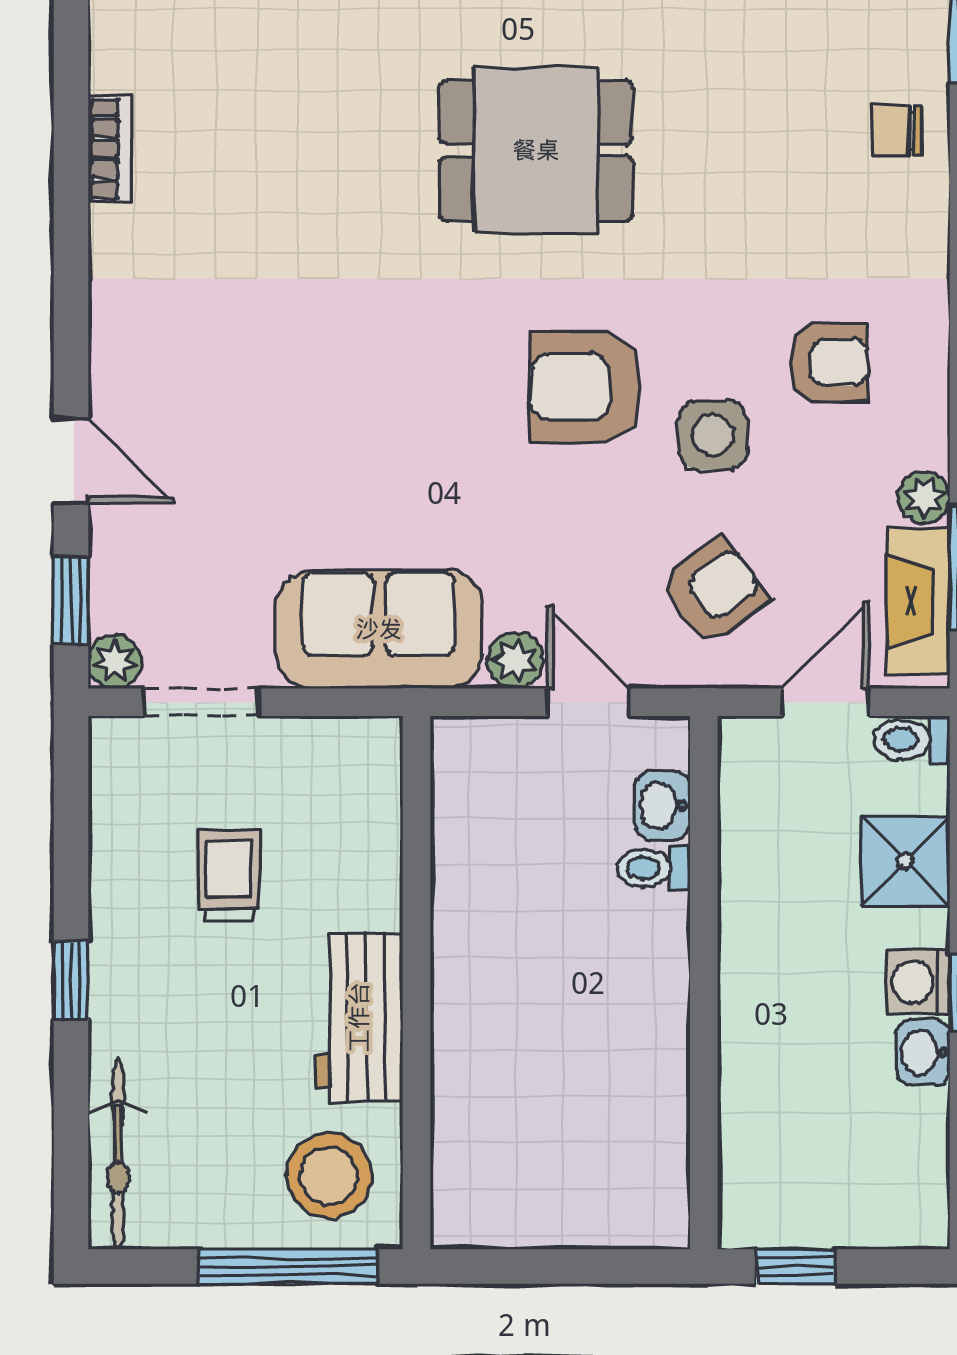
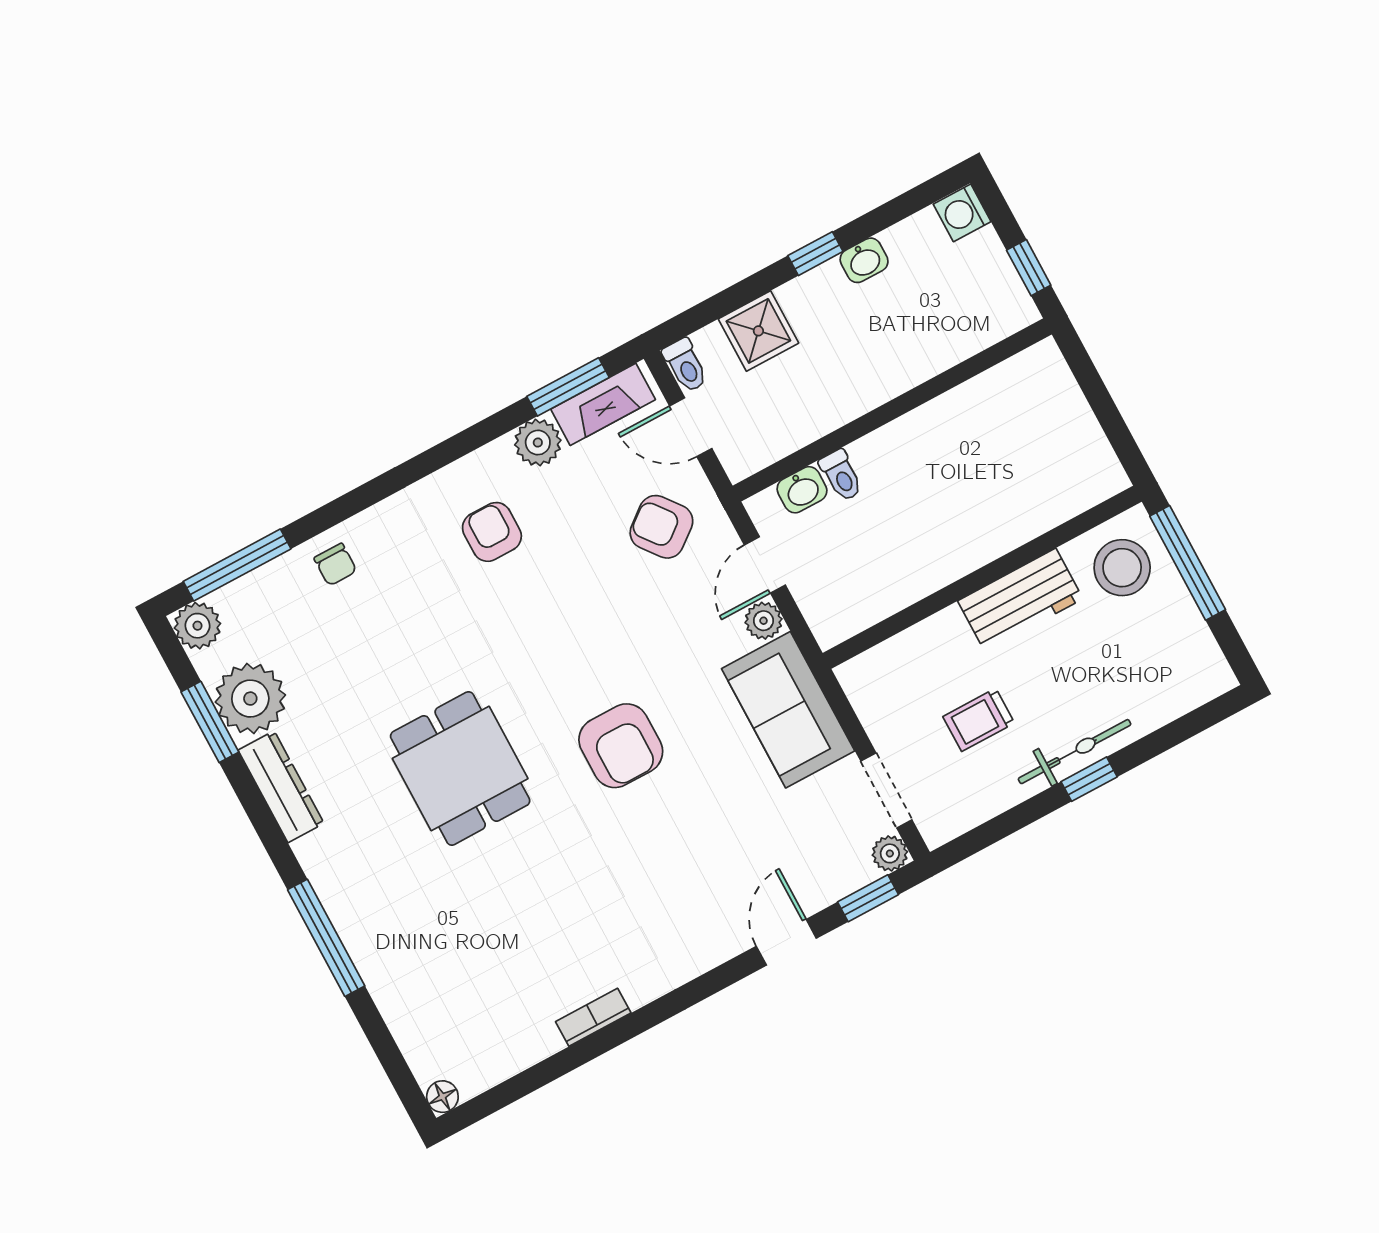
armchair: (586, 387) -> (621, 746), moved
side table: (713, 435) -> (570, 576), removed
plant: (924, 497) -> (538, 443), width x1.38, depth x1.38
washing machine: (918, 982) -> (962, 213), moved, turned 90
bicycle: (118, 1155) -> (1075, 752), moved

